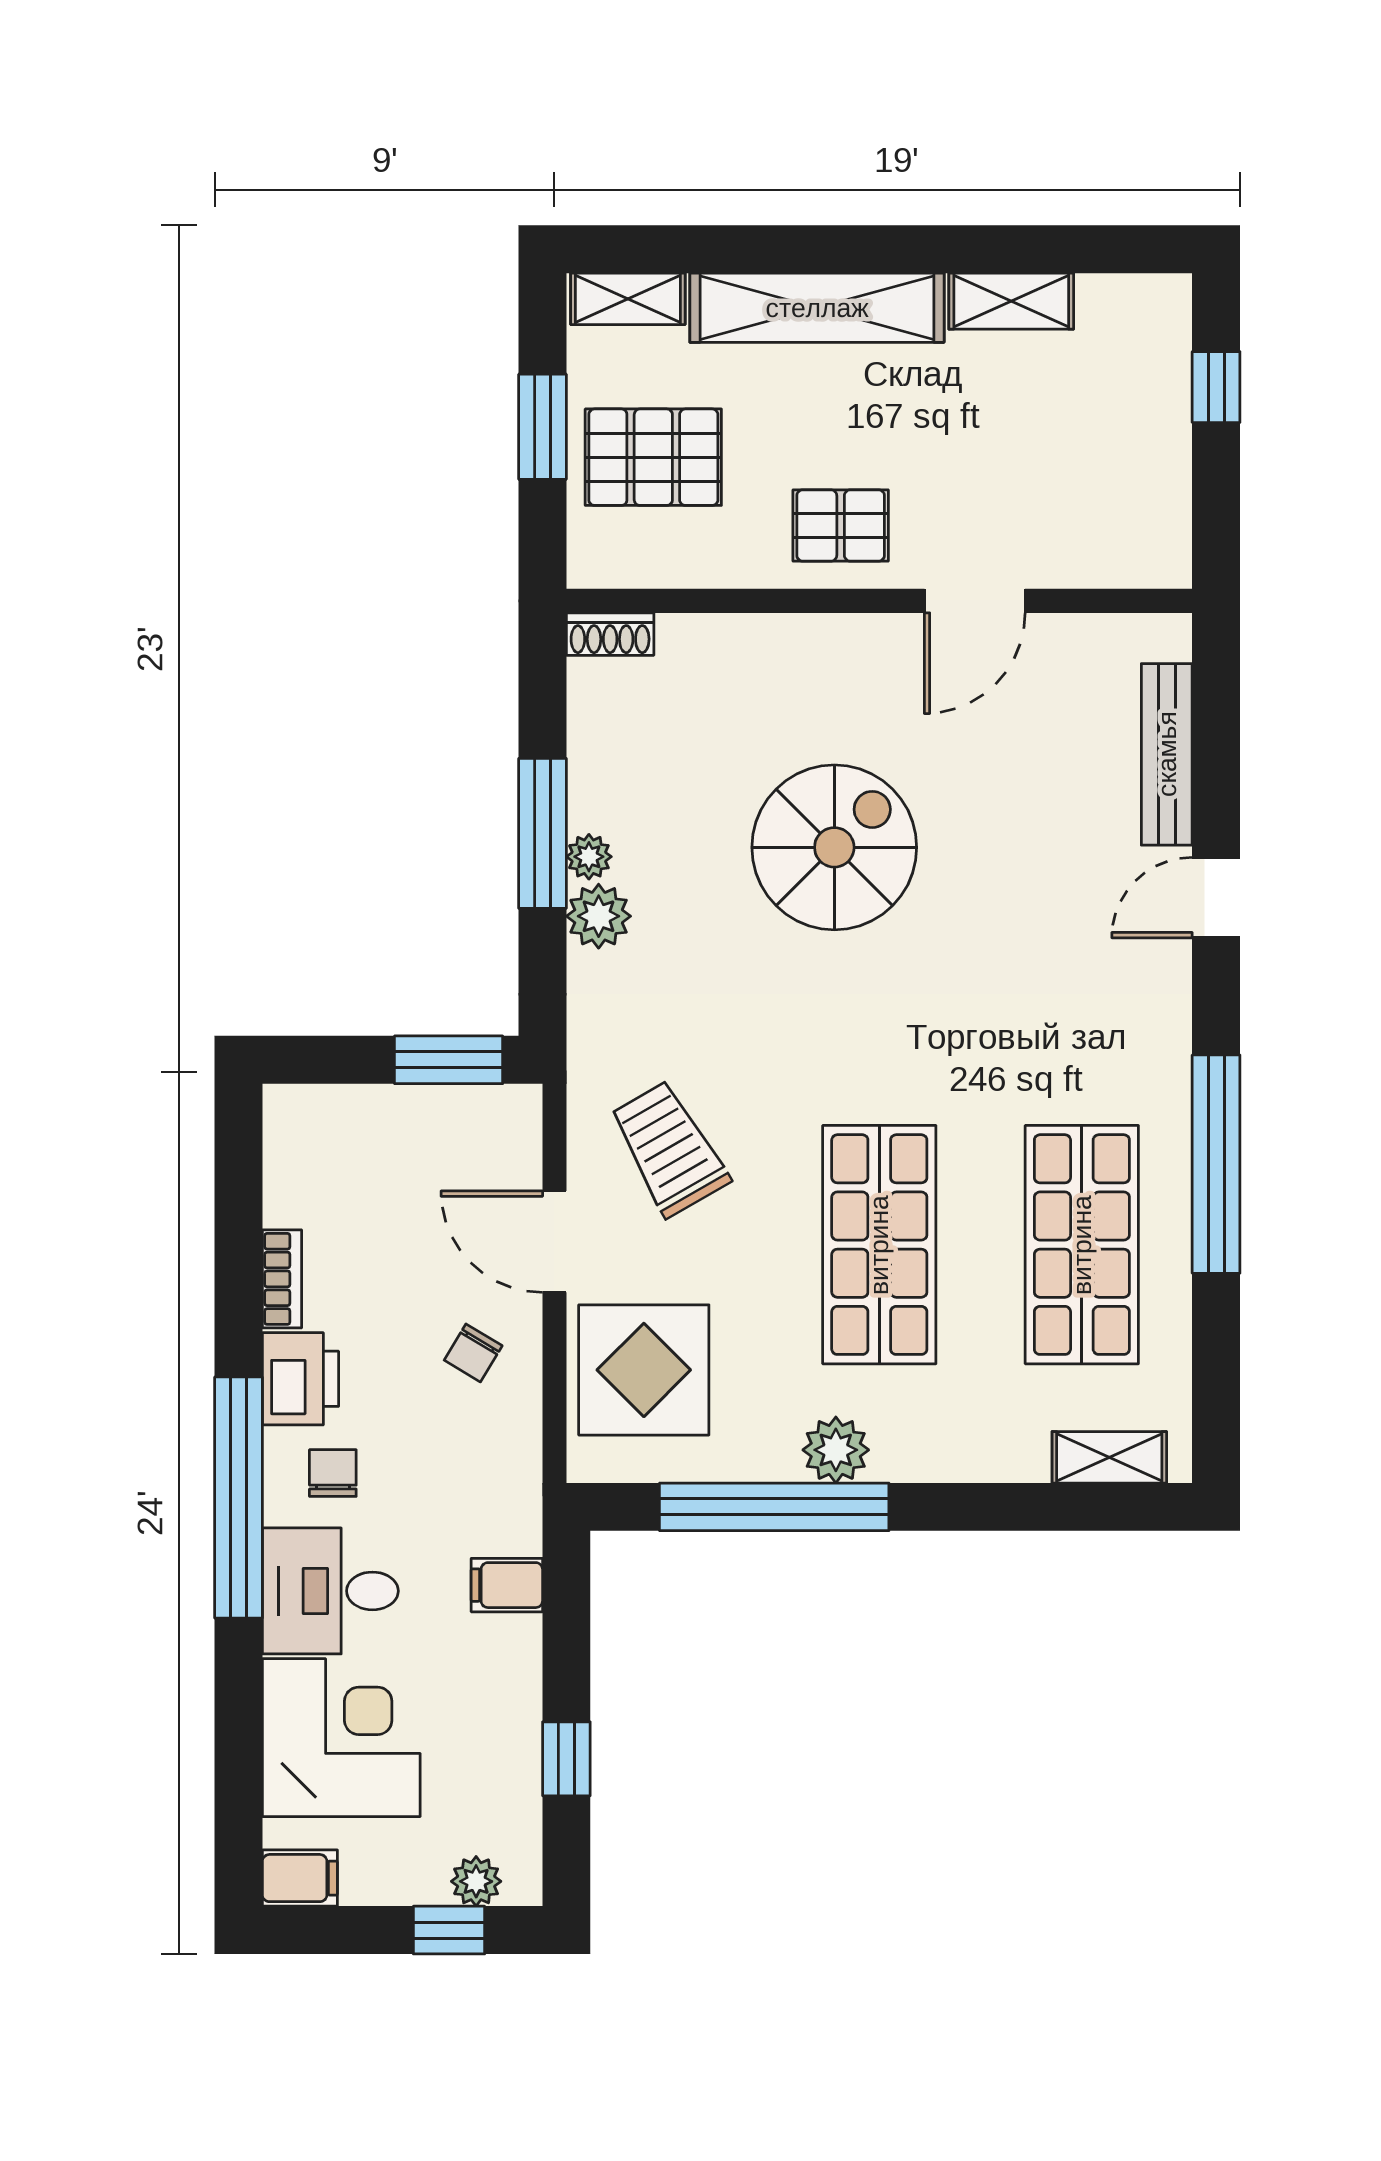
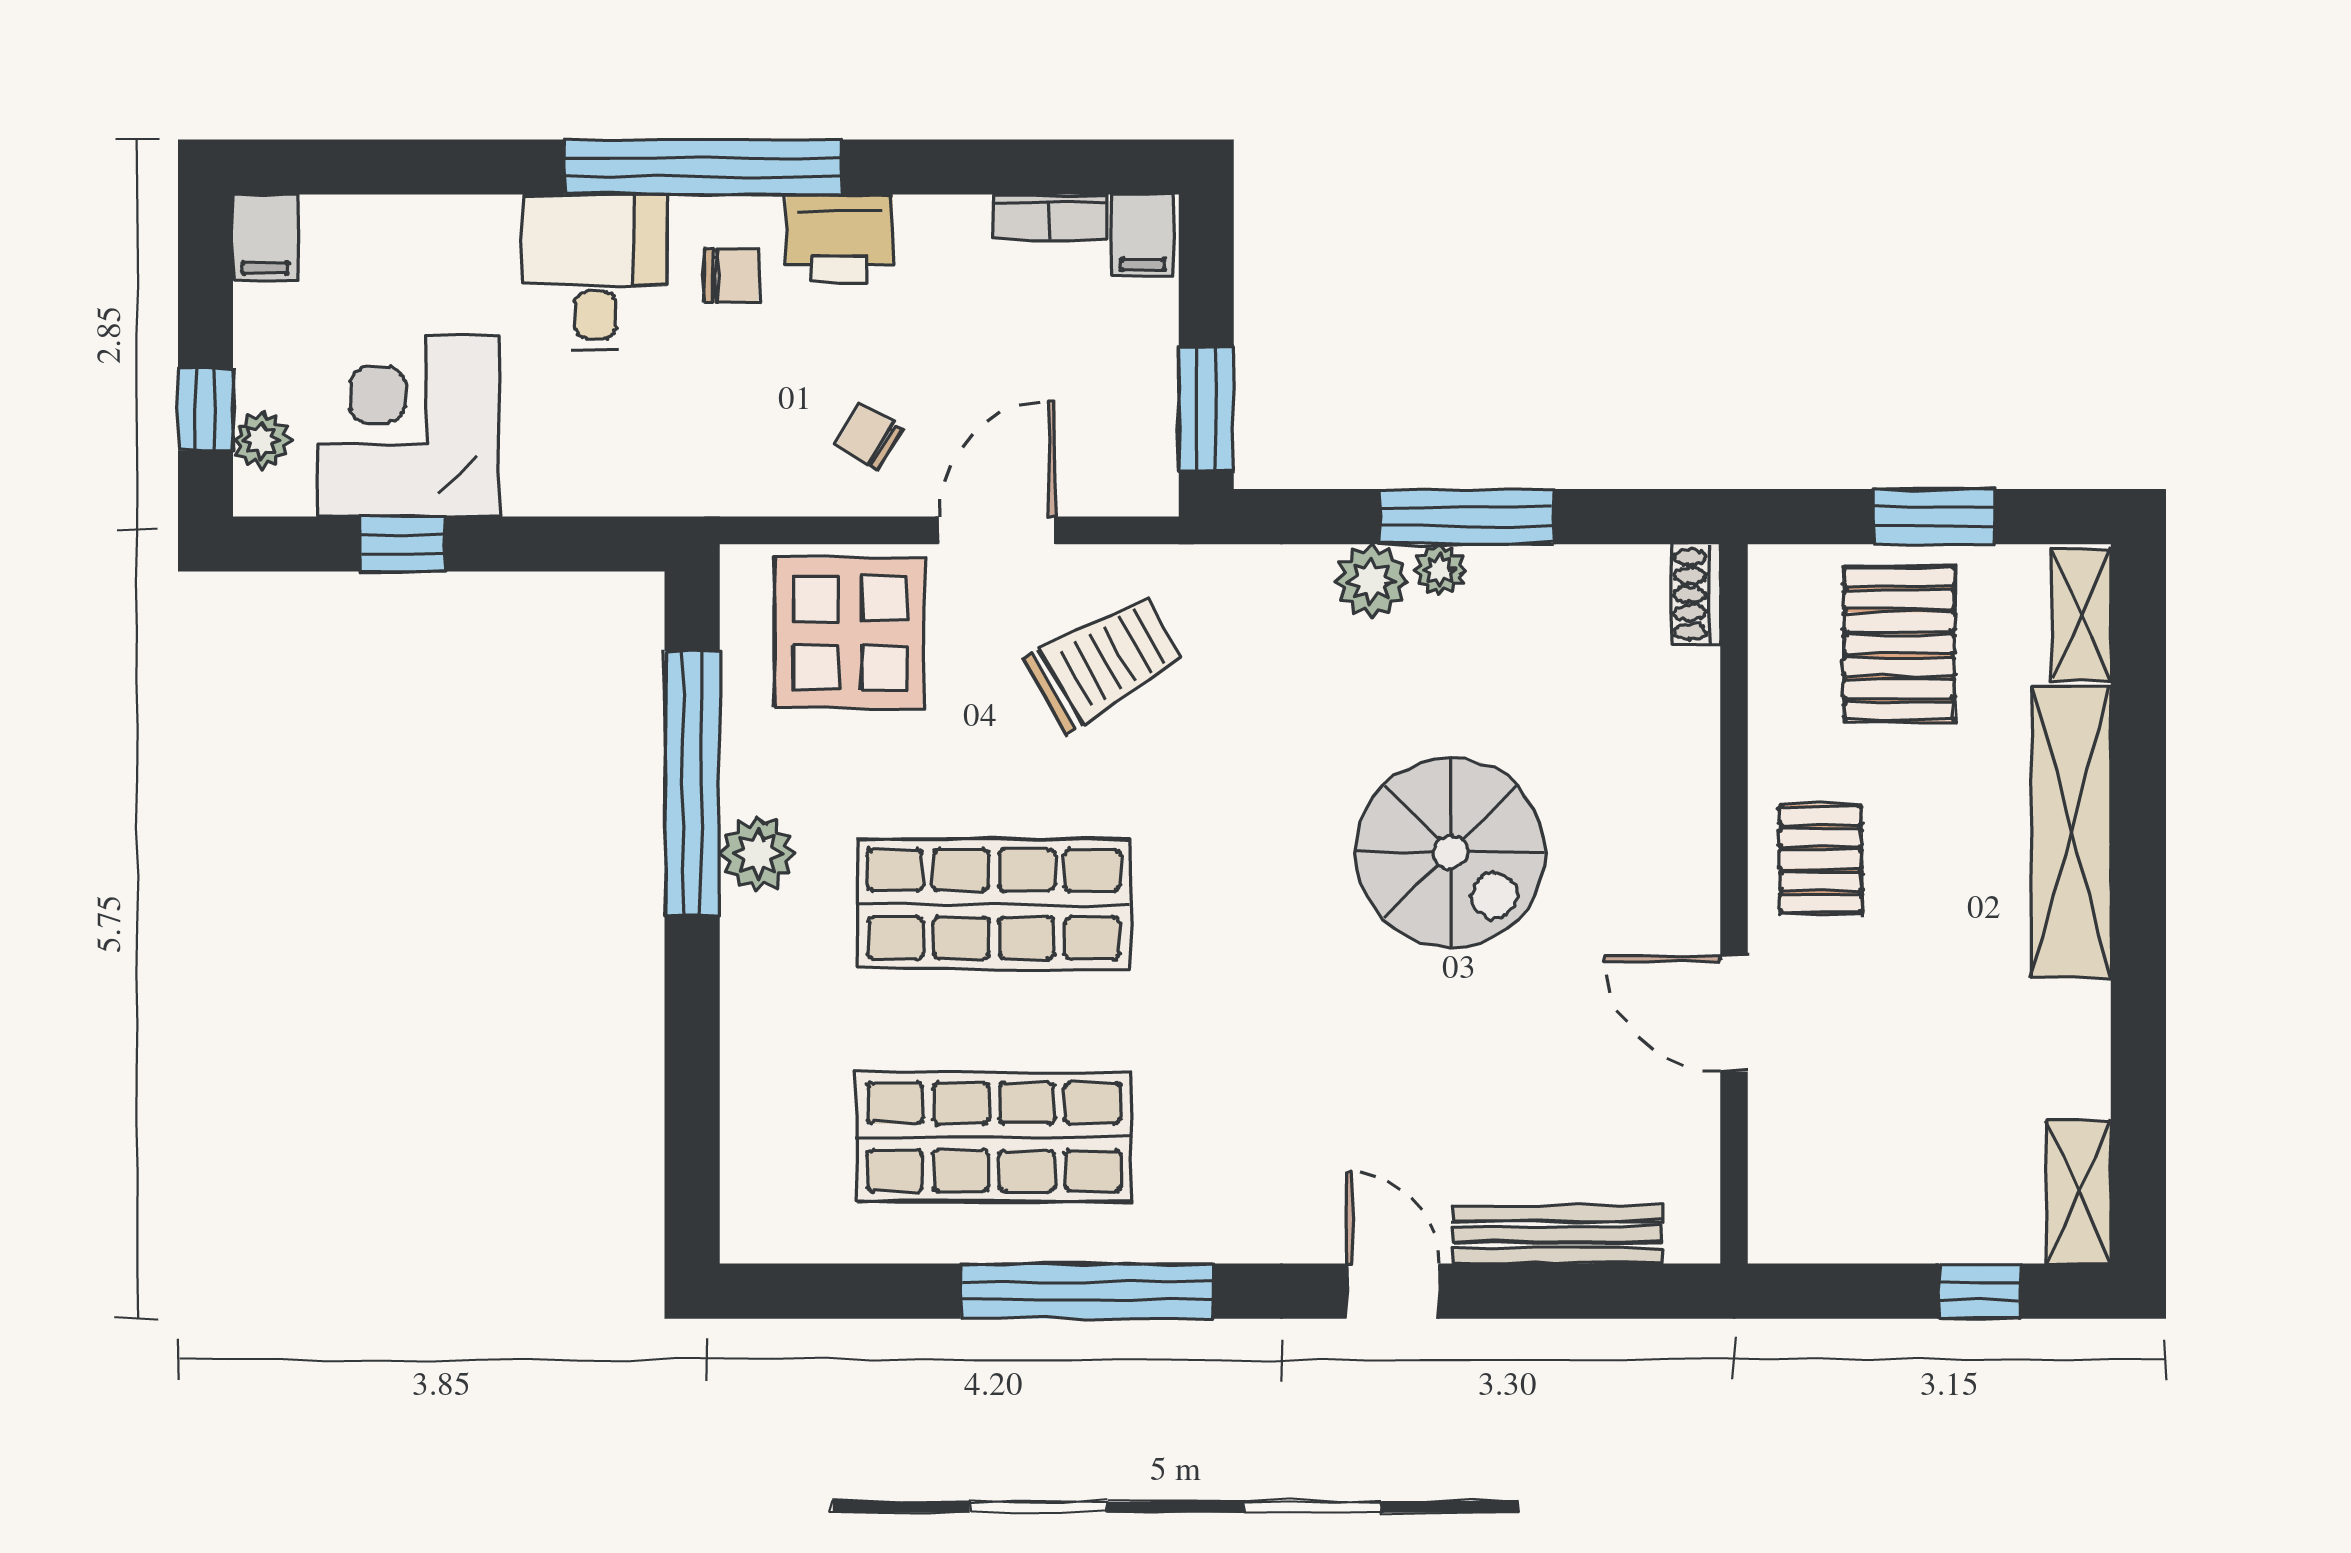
shelving: (1011, 301) -> (2079, 1192), moved
bookcase: (282, 1279) -> (1050, 217), moved
shelving: (1109, 1457) -> (749, 1168), removed
filing cabinet: (507, 1585) -> (1143, 236), moved, turned 180
corner desk: (341, 1738) -> (408, 426), moved, turned 180

